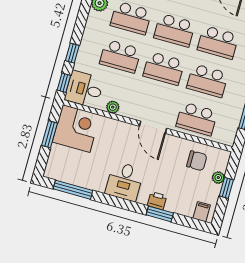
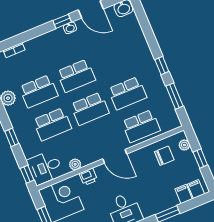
school desk: (218, 42) -> (114, 60), removed
window: (72, 53) -> (12, 137), moved
plant: (218, 178) -> (184, 145), moved
printer: (157, 201) -> (88, 177), moved, turned 180
filing cabinet: (187, 208) -> (184, 194), added

